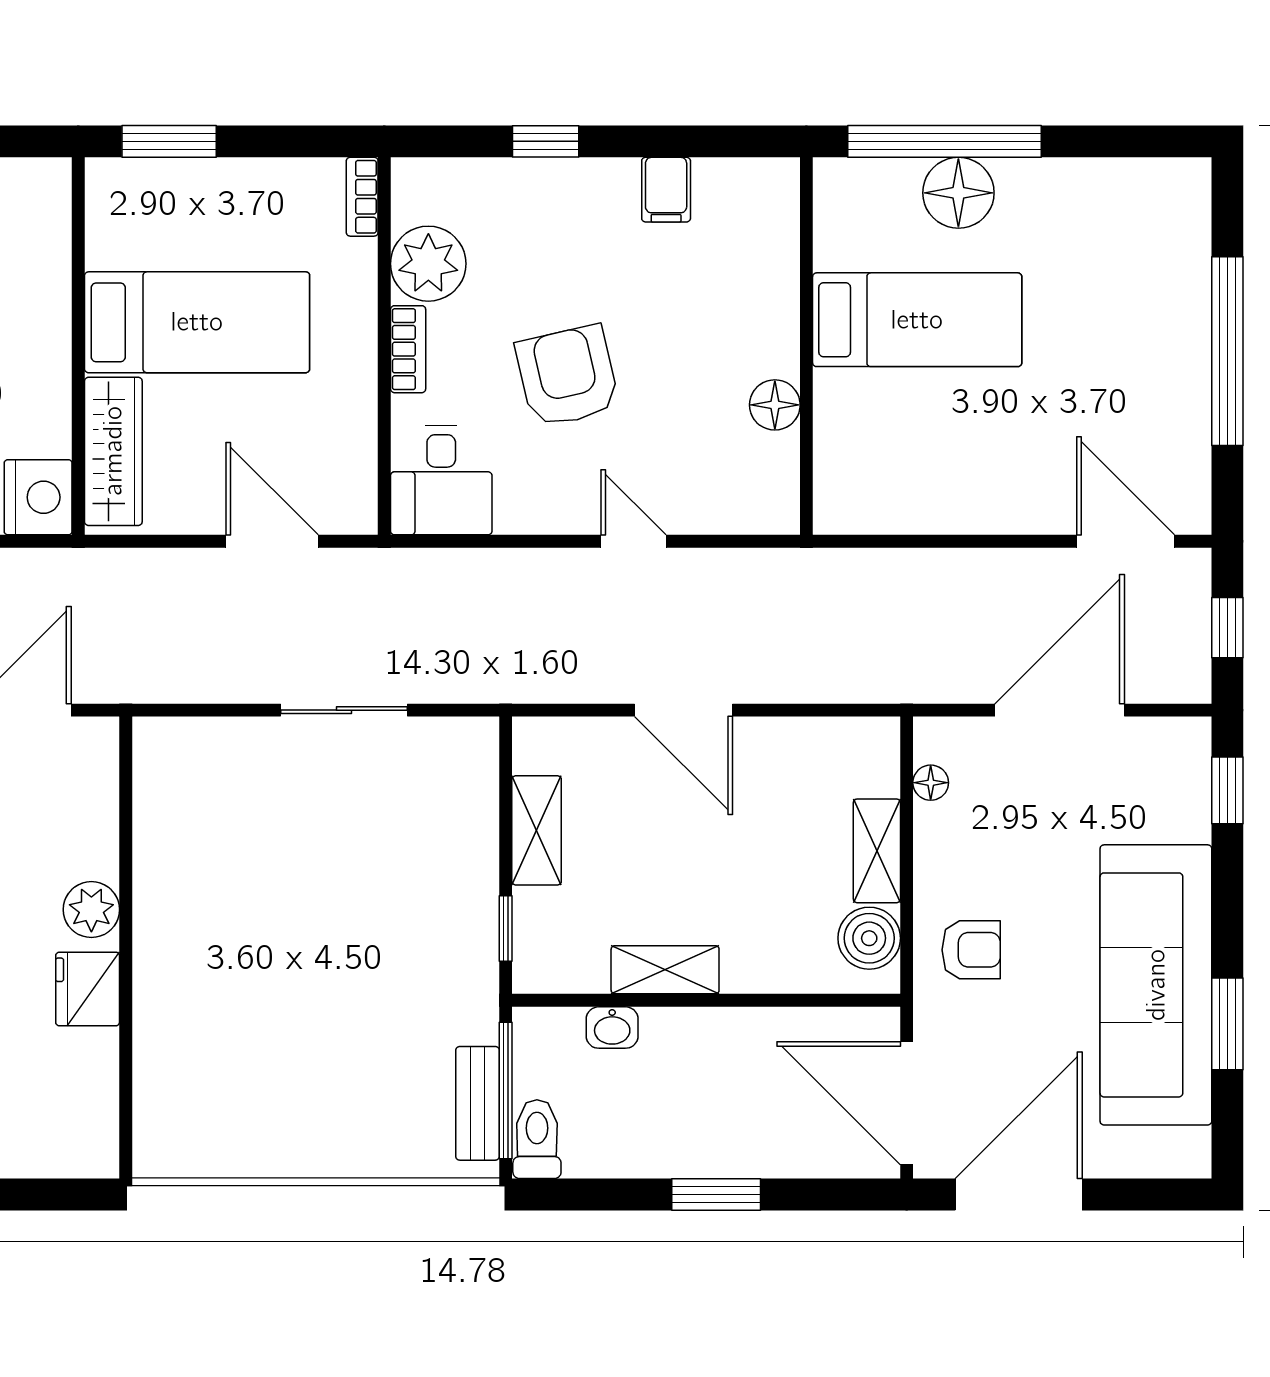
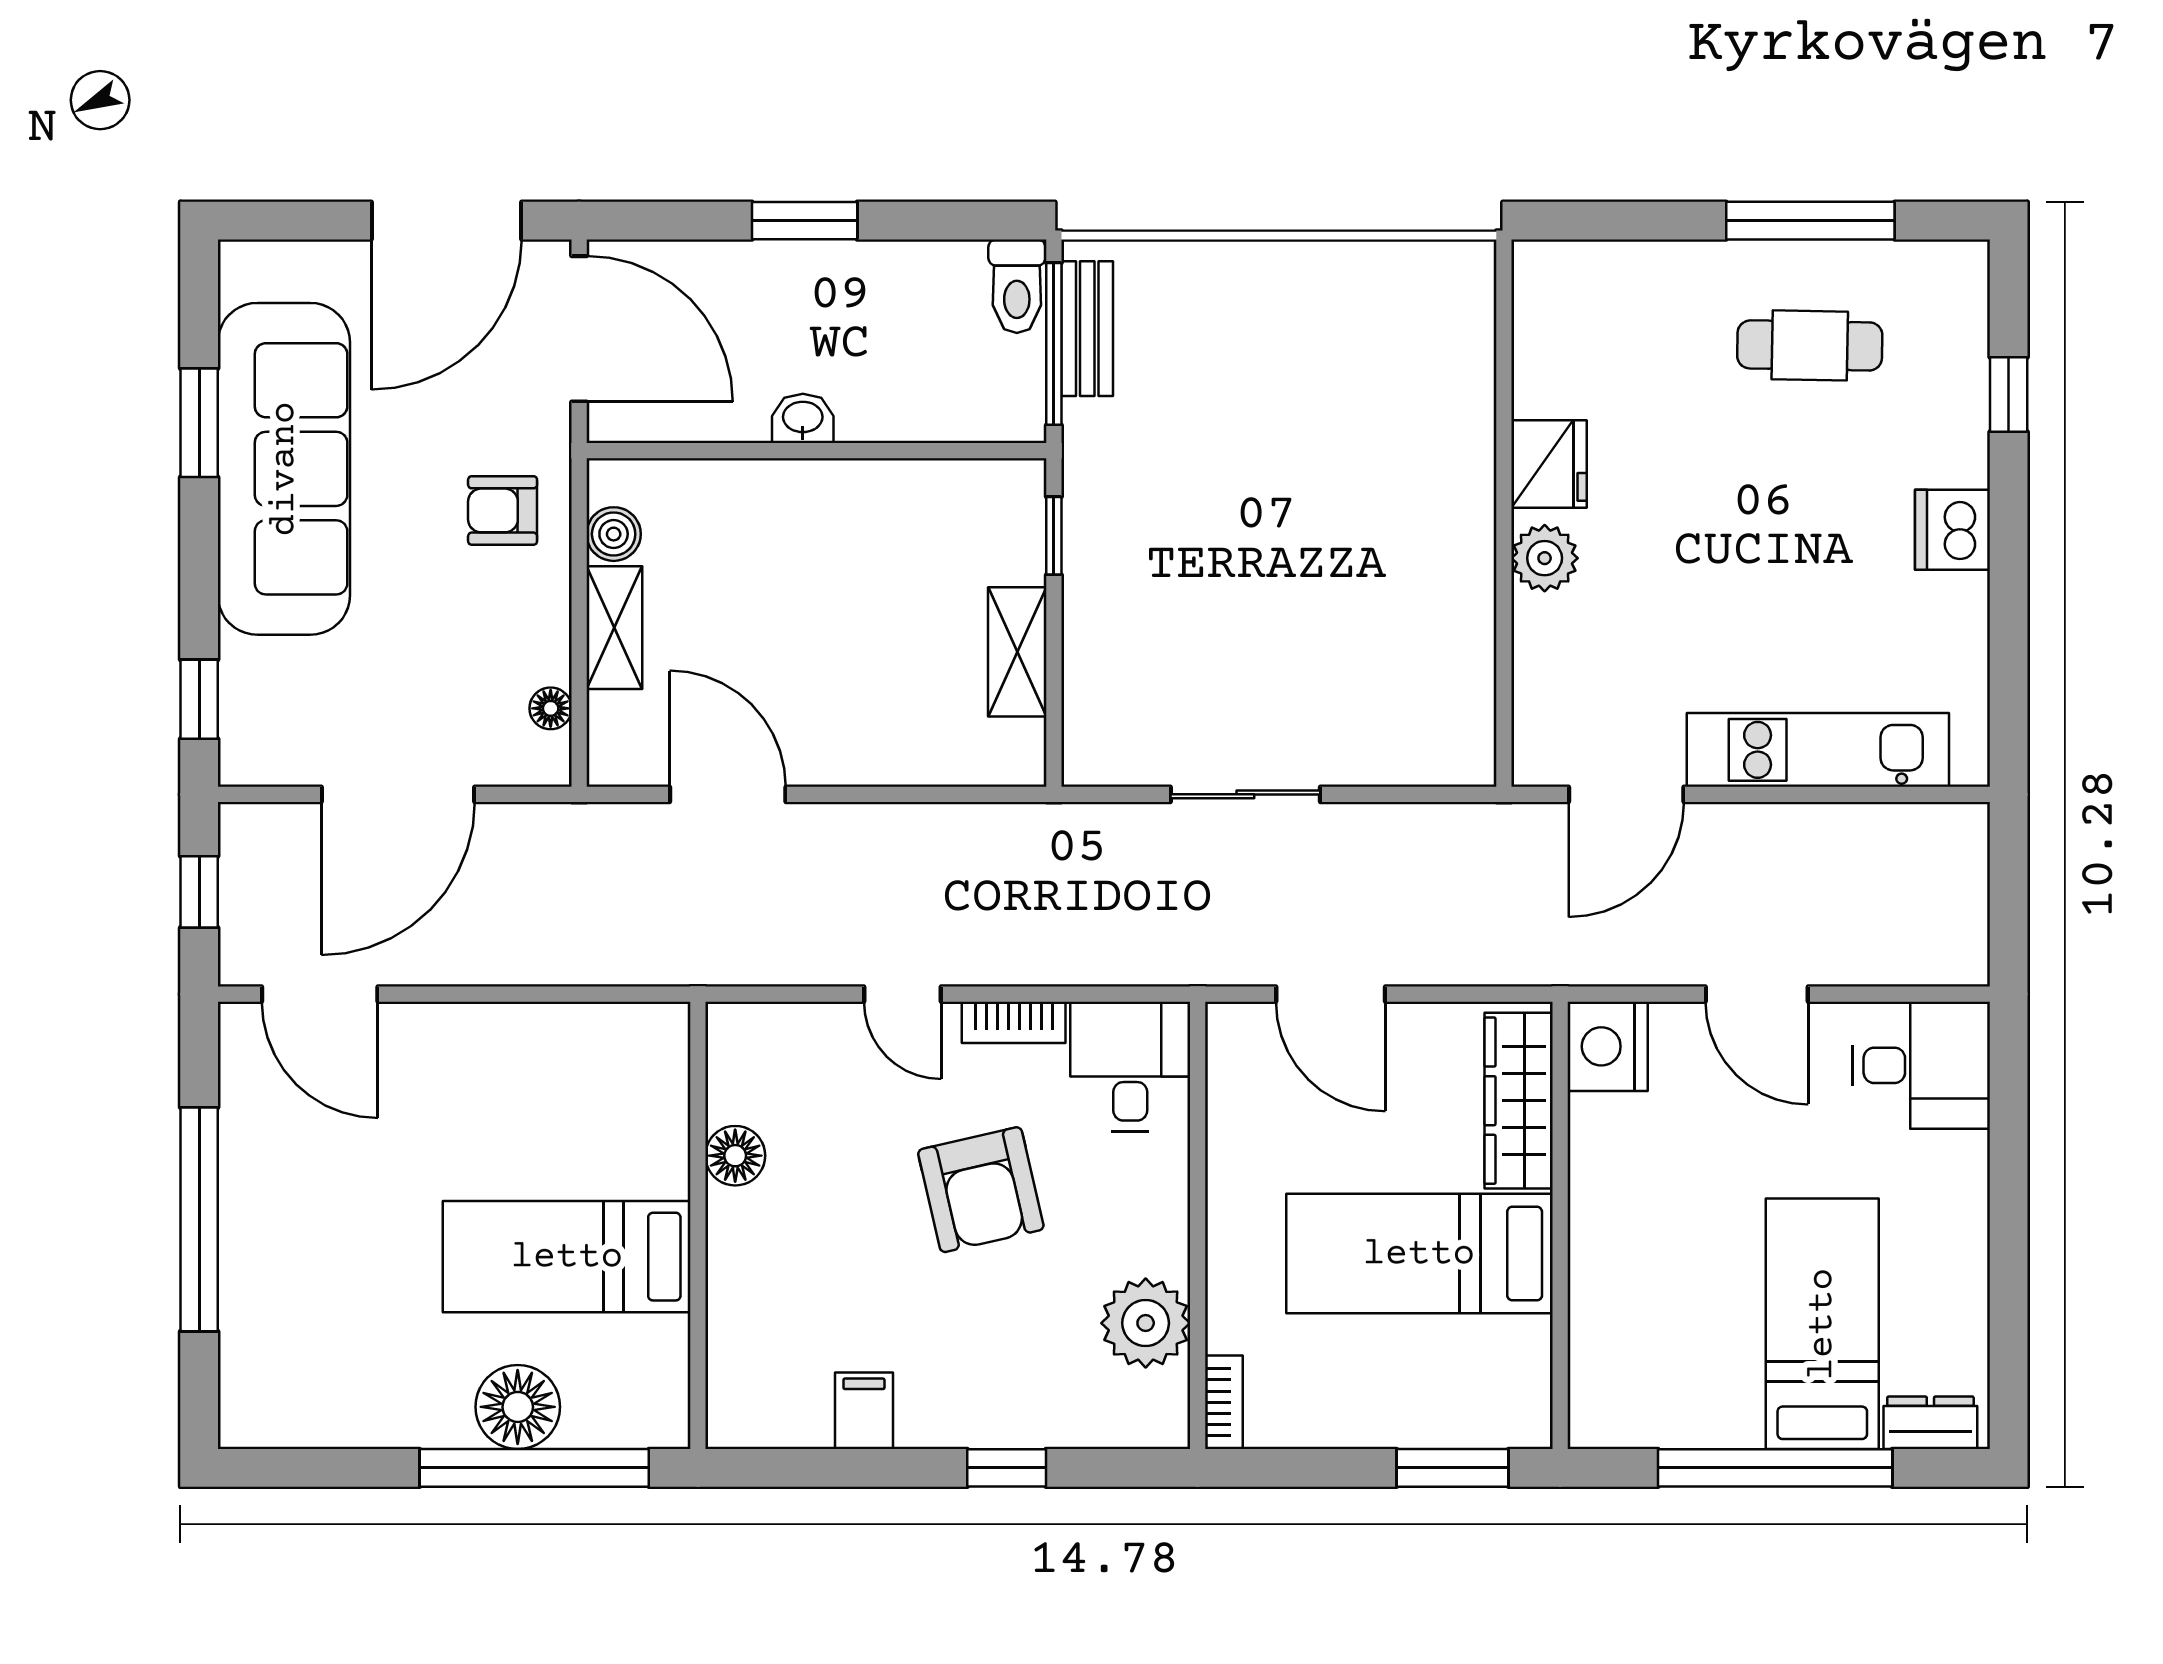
bookcase: (408, 349) -> (1014, 1022), moved, turned -90
door: (684, 710) -> (728, 794), moved
boiler: (869, 938) -> (614, 534), width x0.73, depth x0.73
shelving: (665, 970) -> (865, 487), removed
washbasin: (612, 1028) -> (803, 418), moved

